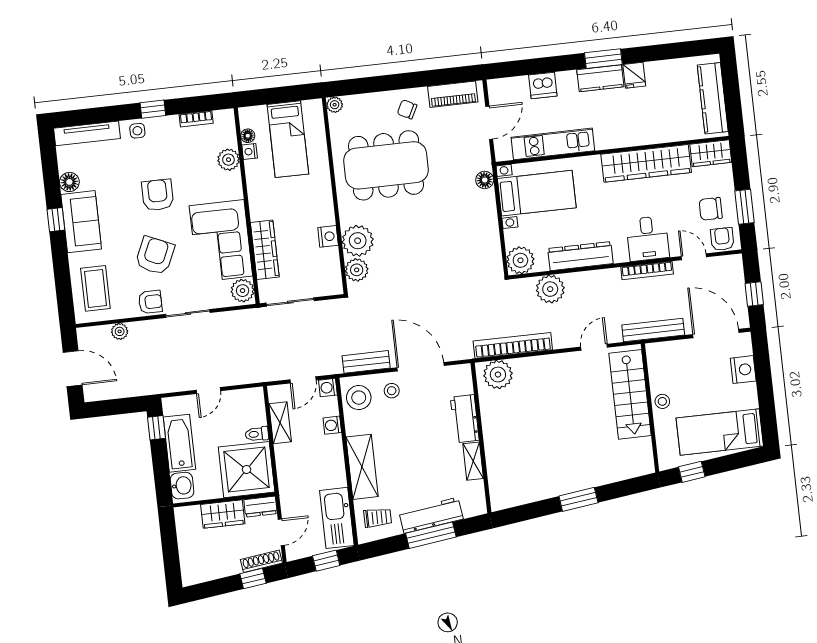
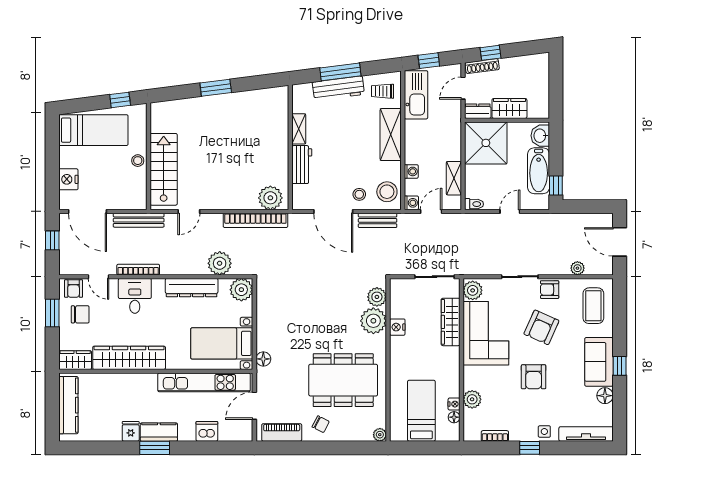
kitchen unit: (553, 144) -> (204, 382), width x1.36
toilet: (257, 434) -> (474, 204), moved

